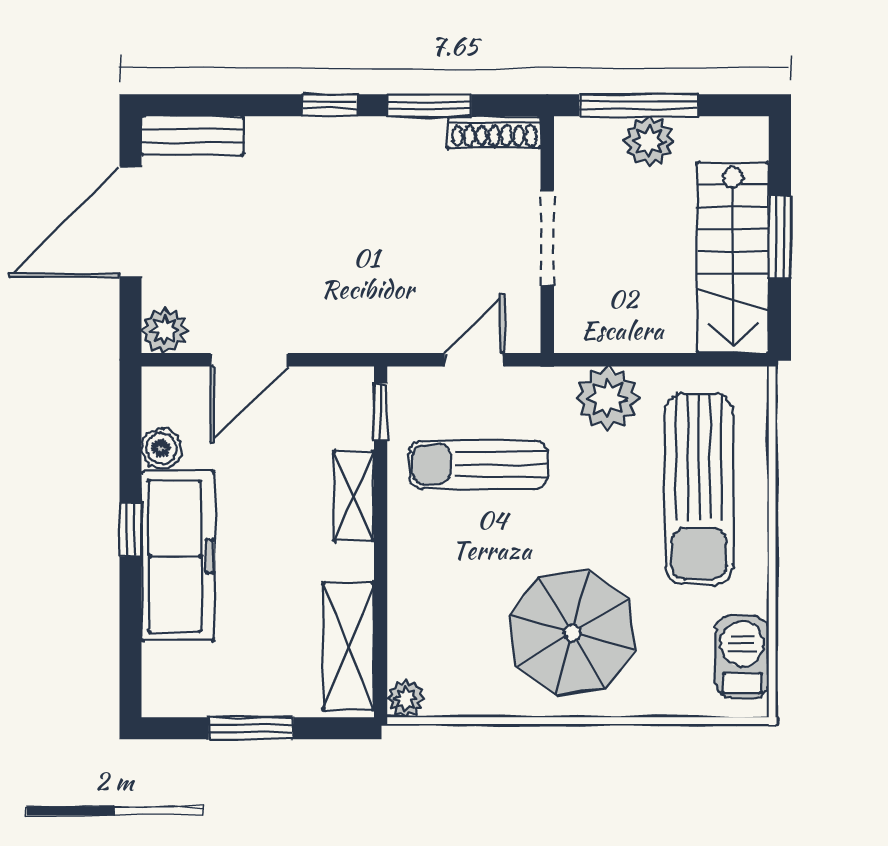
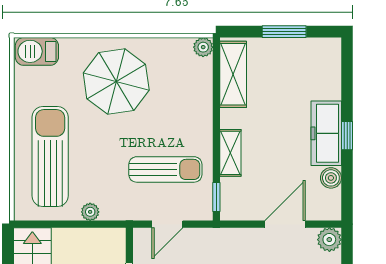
plant: (607, 398) -> (90, 212), width x0.53, depth x0.53
freezer: (178, 556) -> (326, 133), width x0.73, depth x0.79
barbecue: (742, 657) -> (37, 51), moved, turned 90

